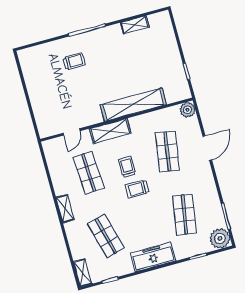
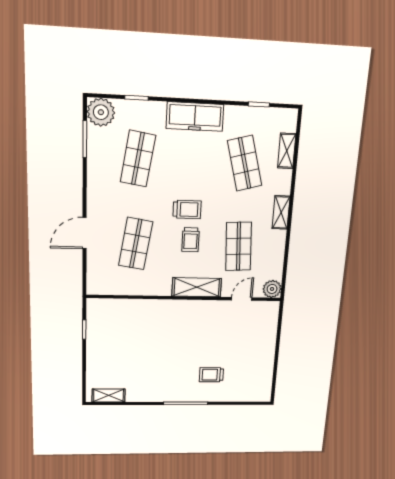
shelving: (135, 25) -> (109, 395), moved
shelving: (133, 105) -> (160, 309), removed
plant: (188, 110) -> (272, 289), moved
shelving: (83, 273) -> (287, 151), moved

